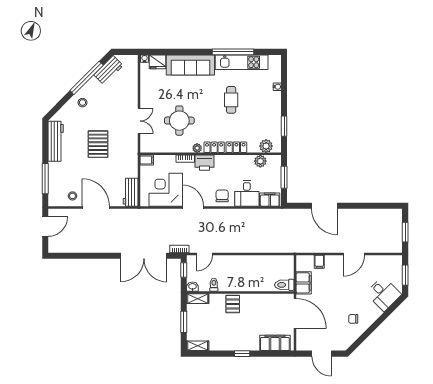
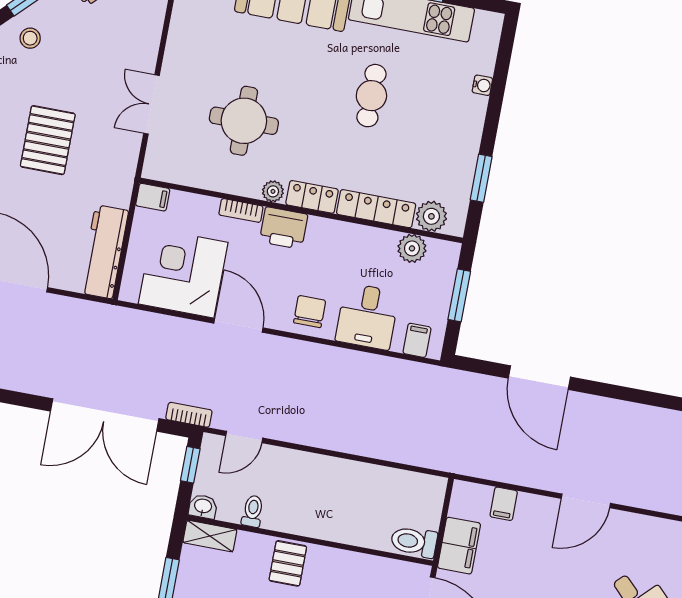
double door: (139, 121) -> (151, 104), swing flipped
locker: (236, 147) -> (376, 209), width x1.53
workbench: (131, 192) -> (104, 252), width x1.38
filing cabinet: (270, 200) -> (417, 340), width x0.50

